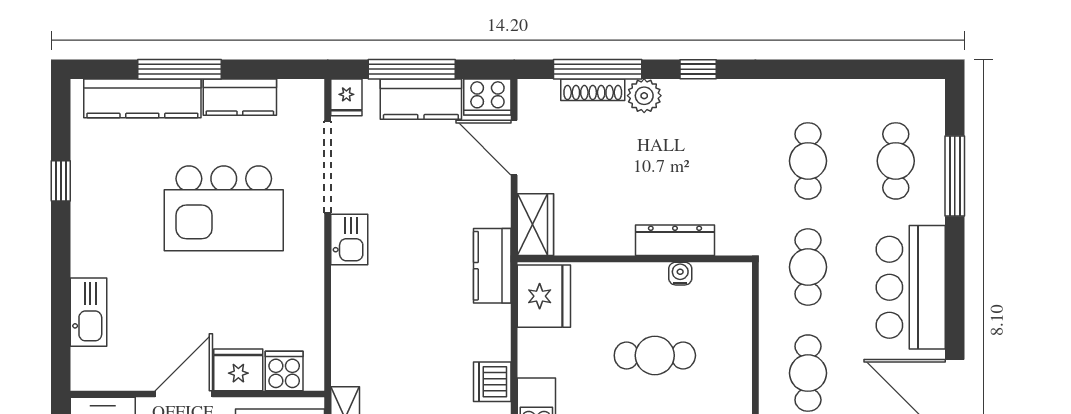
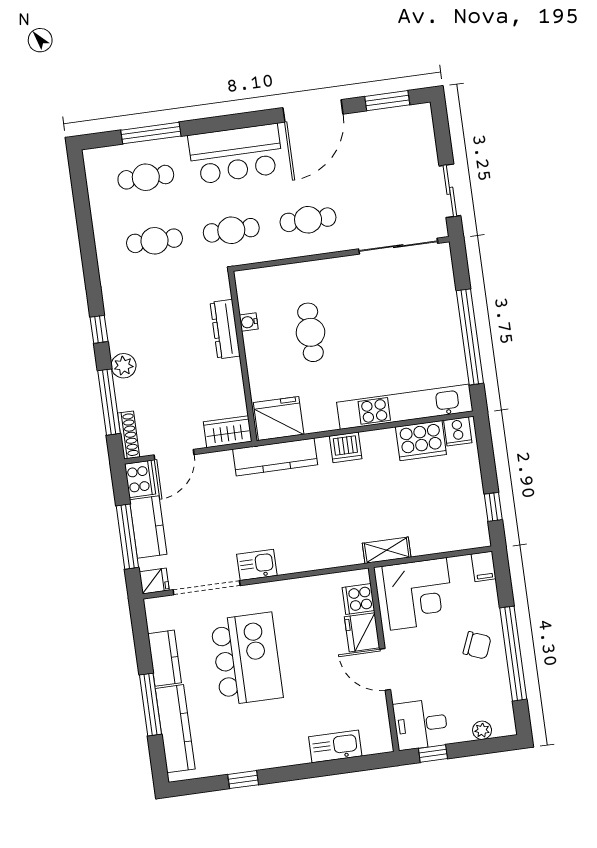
shoe rack: (593, 90) -> (129, 435), moved
kitchen counter: (492, 266) -> (275, 457), width x1.50

